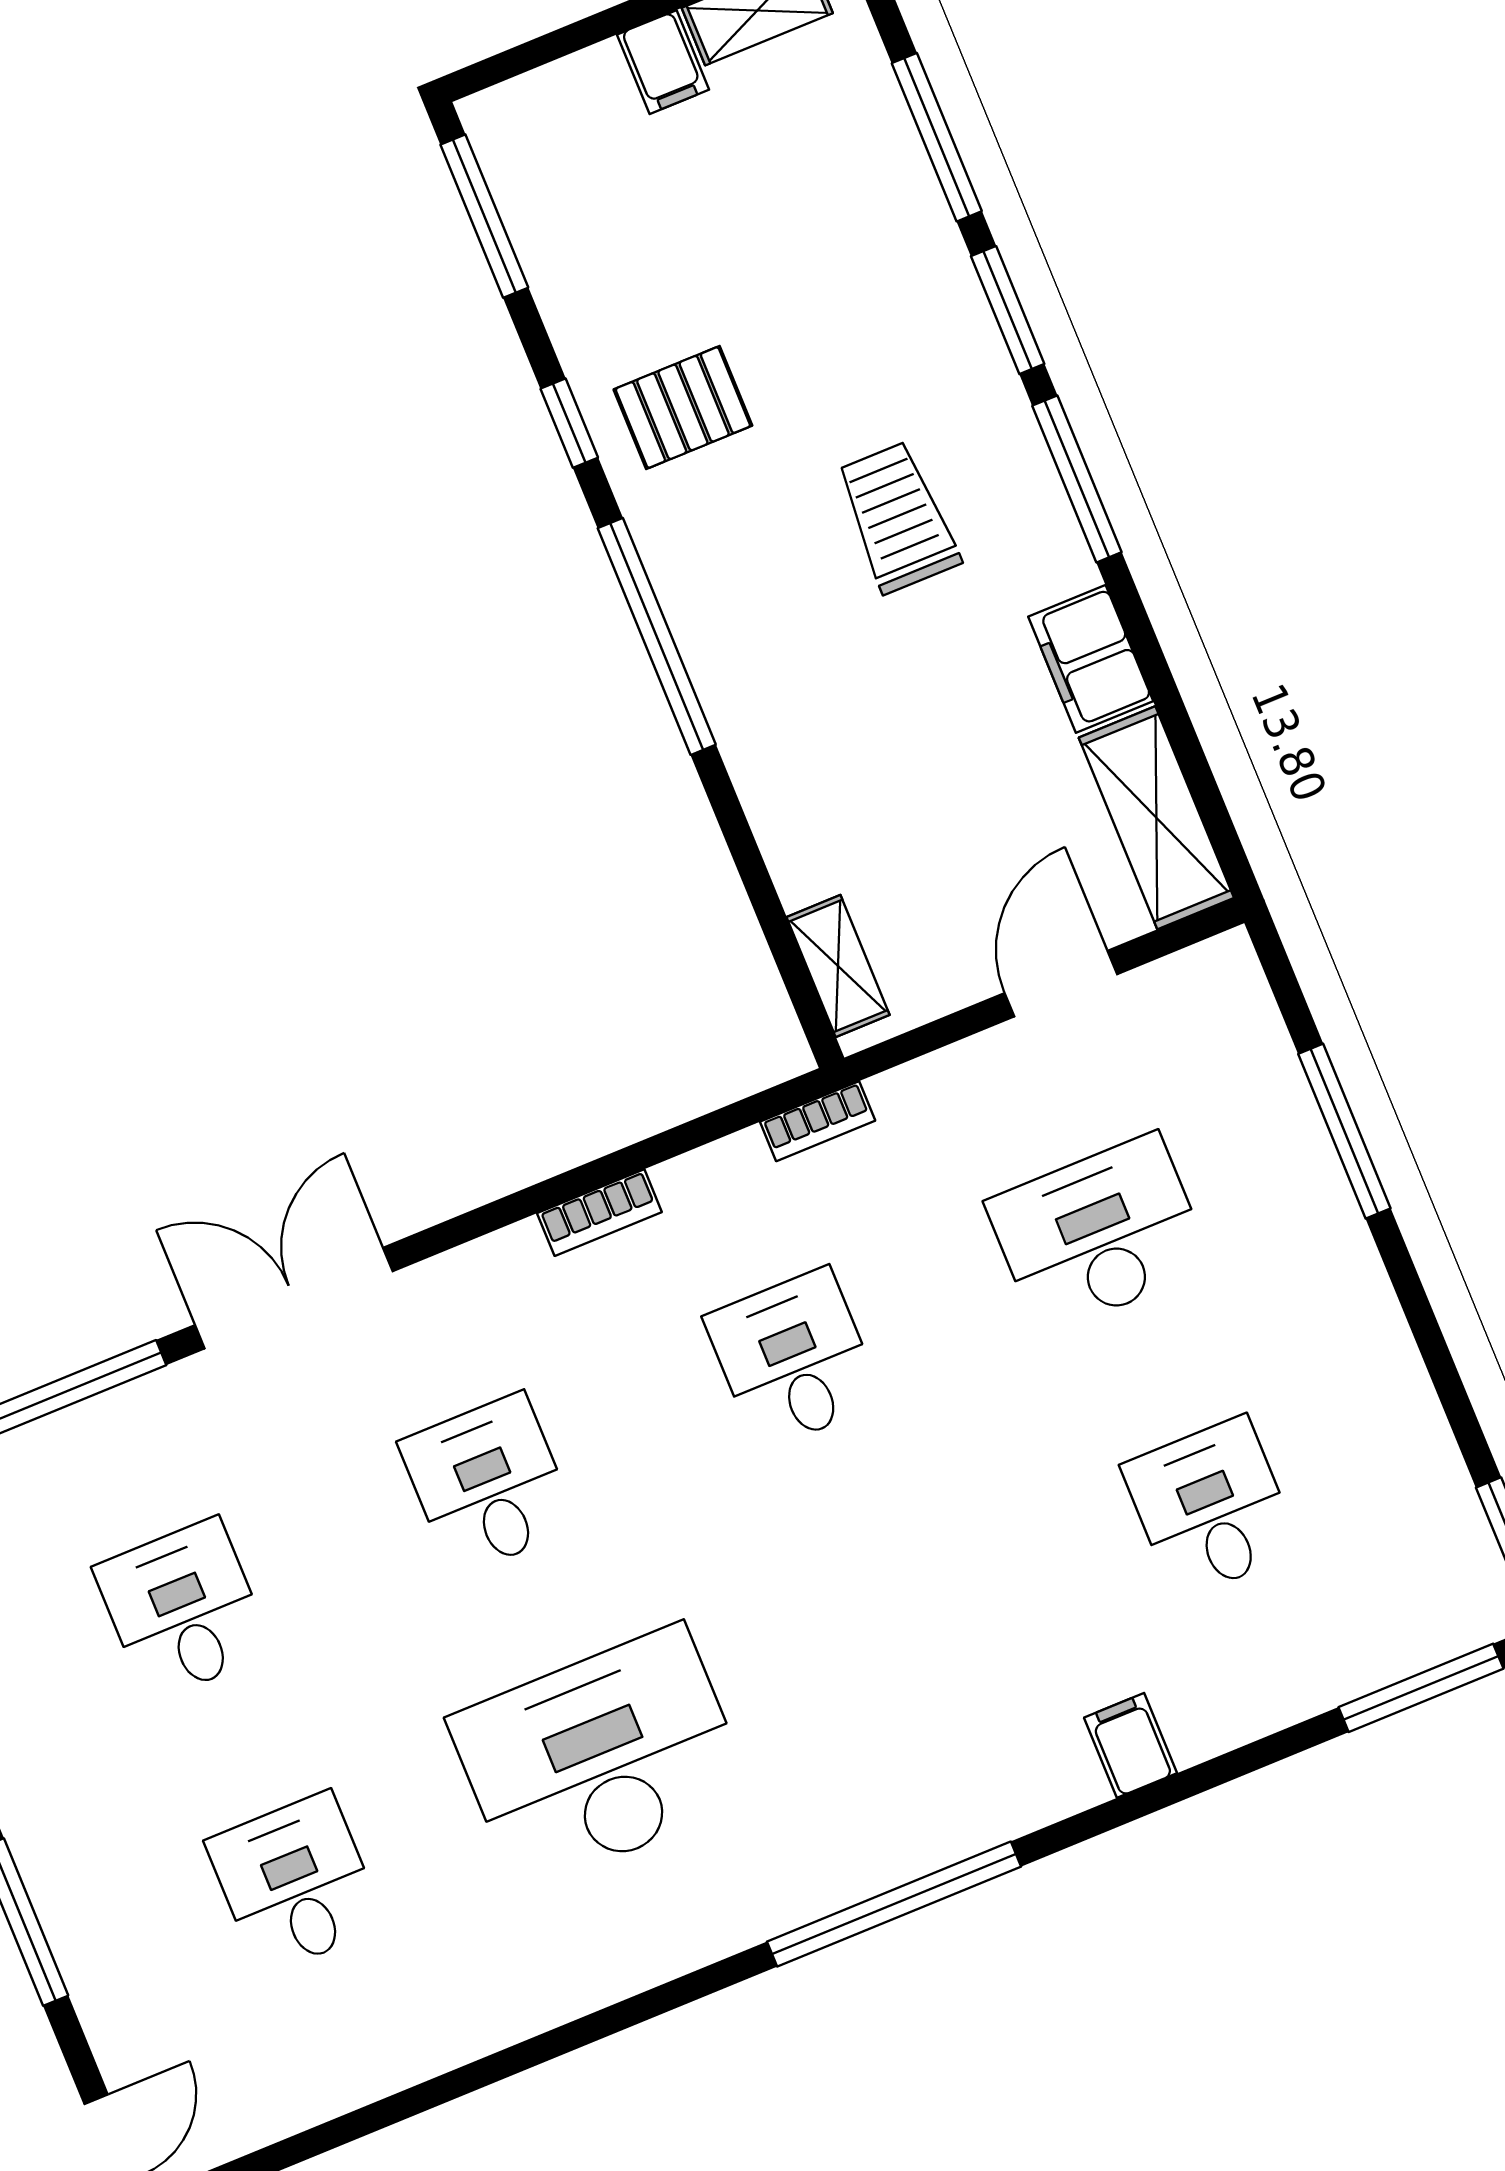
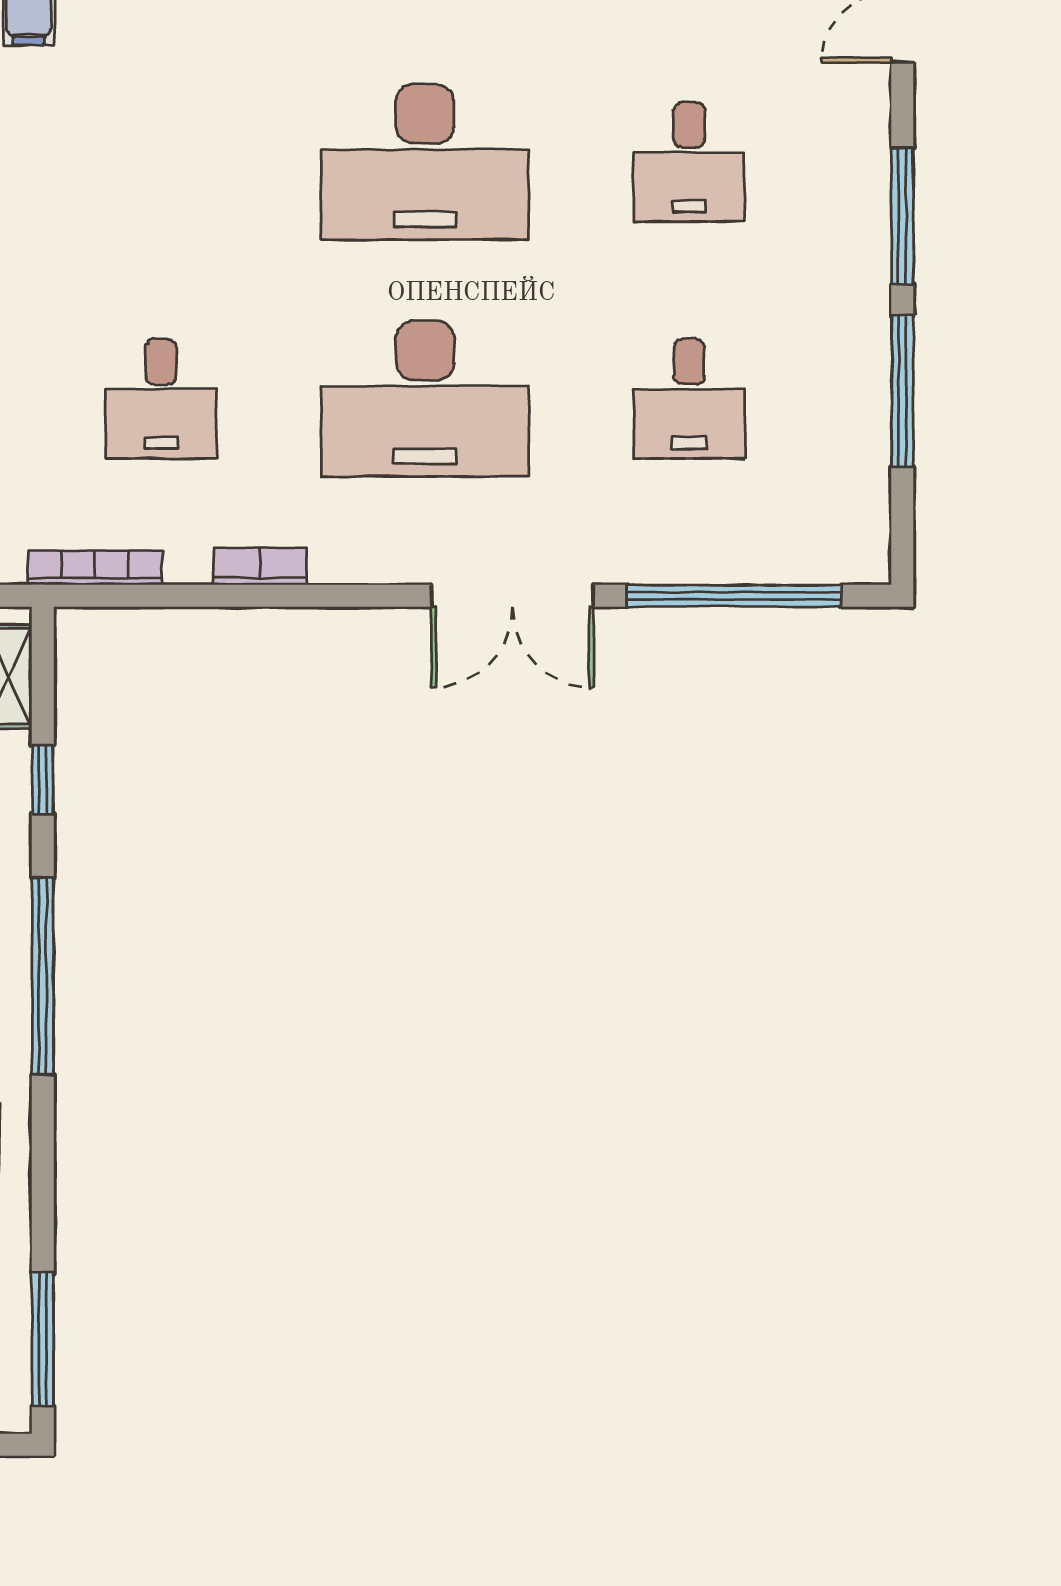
window: (569, 423) -> (43, 779), moved
bookcase: (818, 1121) -> (95, 568), width x1.56
desk: (488, 1485) -> (425, 399), width x1.87, depth x1.30

